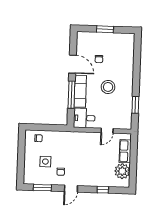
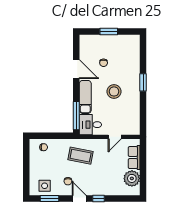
window: (71, 95) -> (76, 116), moved
window: (135, 105) -> (143, 82), moved
coffee table: (74, 147) -> (81, 156), added
side table: (45, 162) -> (45, 186), moved
door: (71, 189) -> (79, 198), swing flipped
window: (103, 190) -> (98, 198), moved

